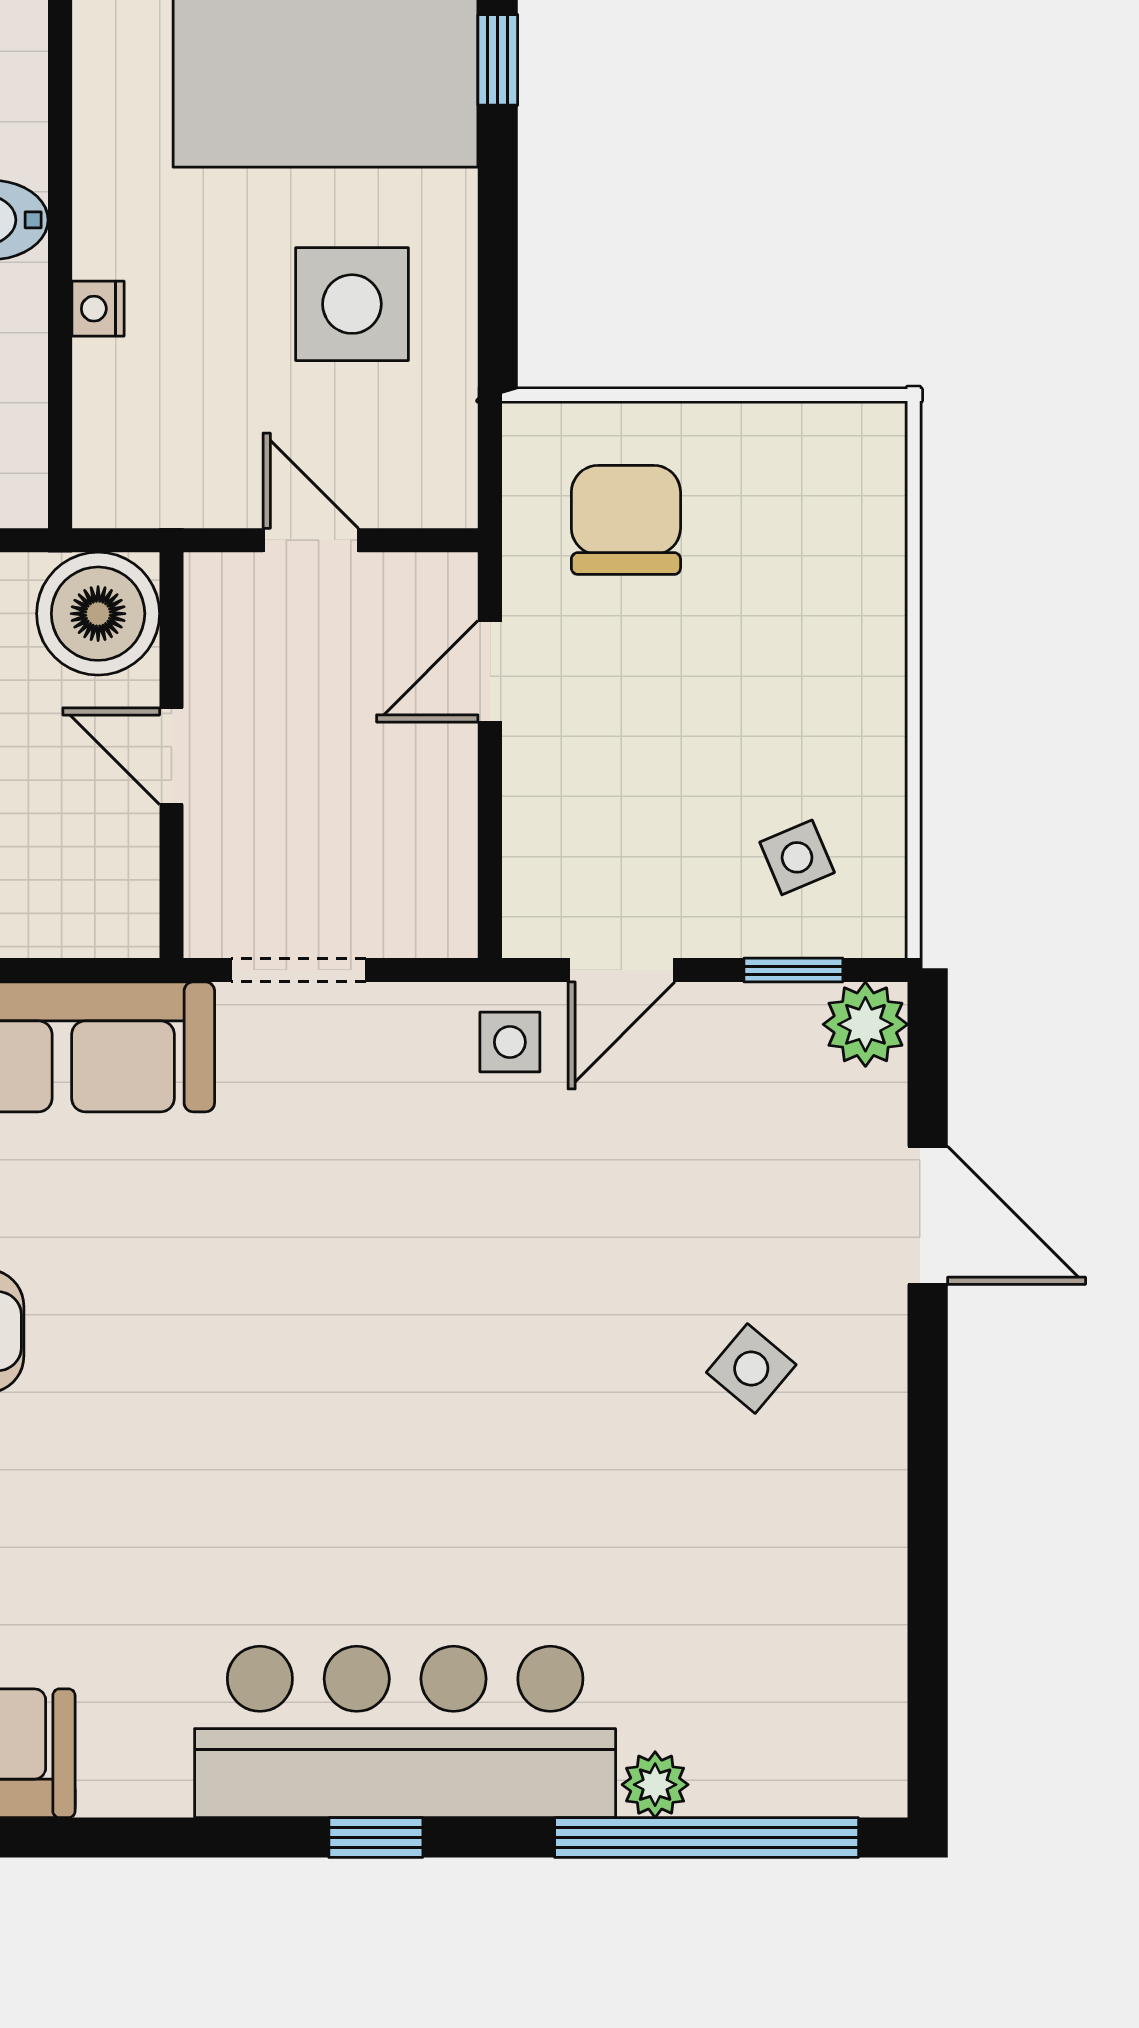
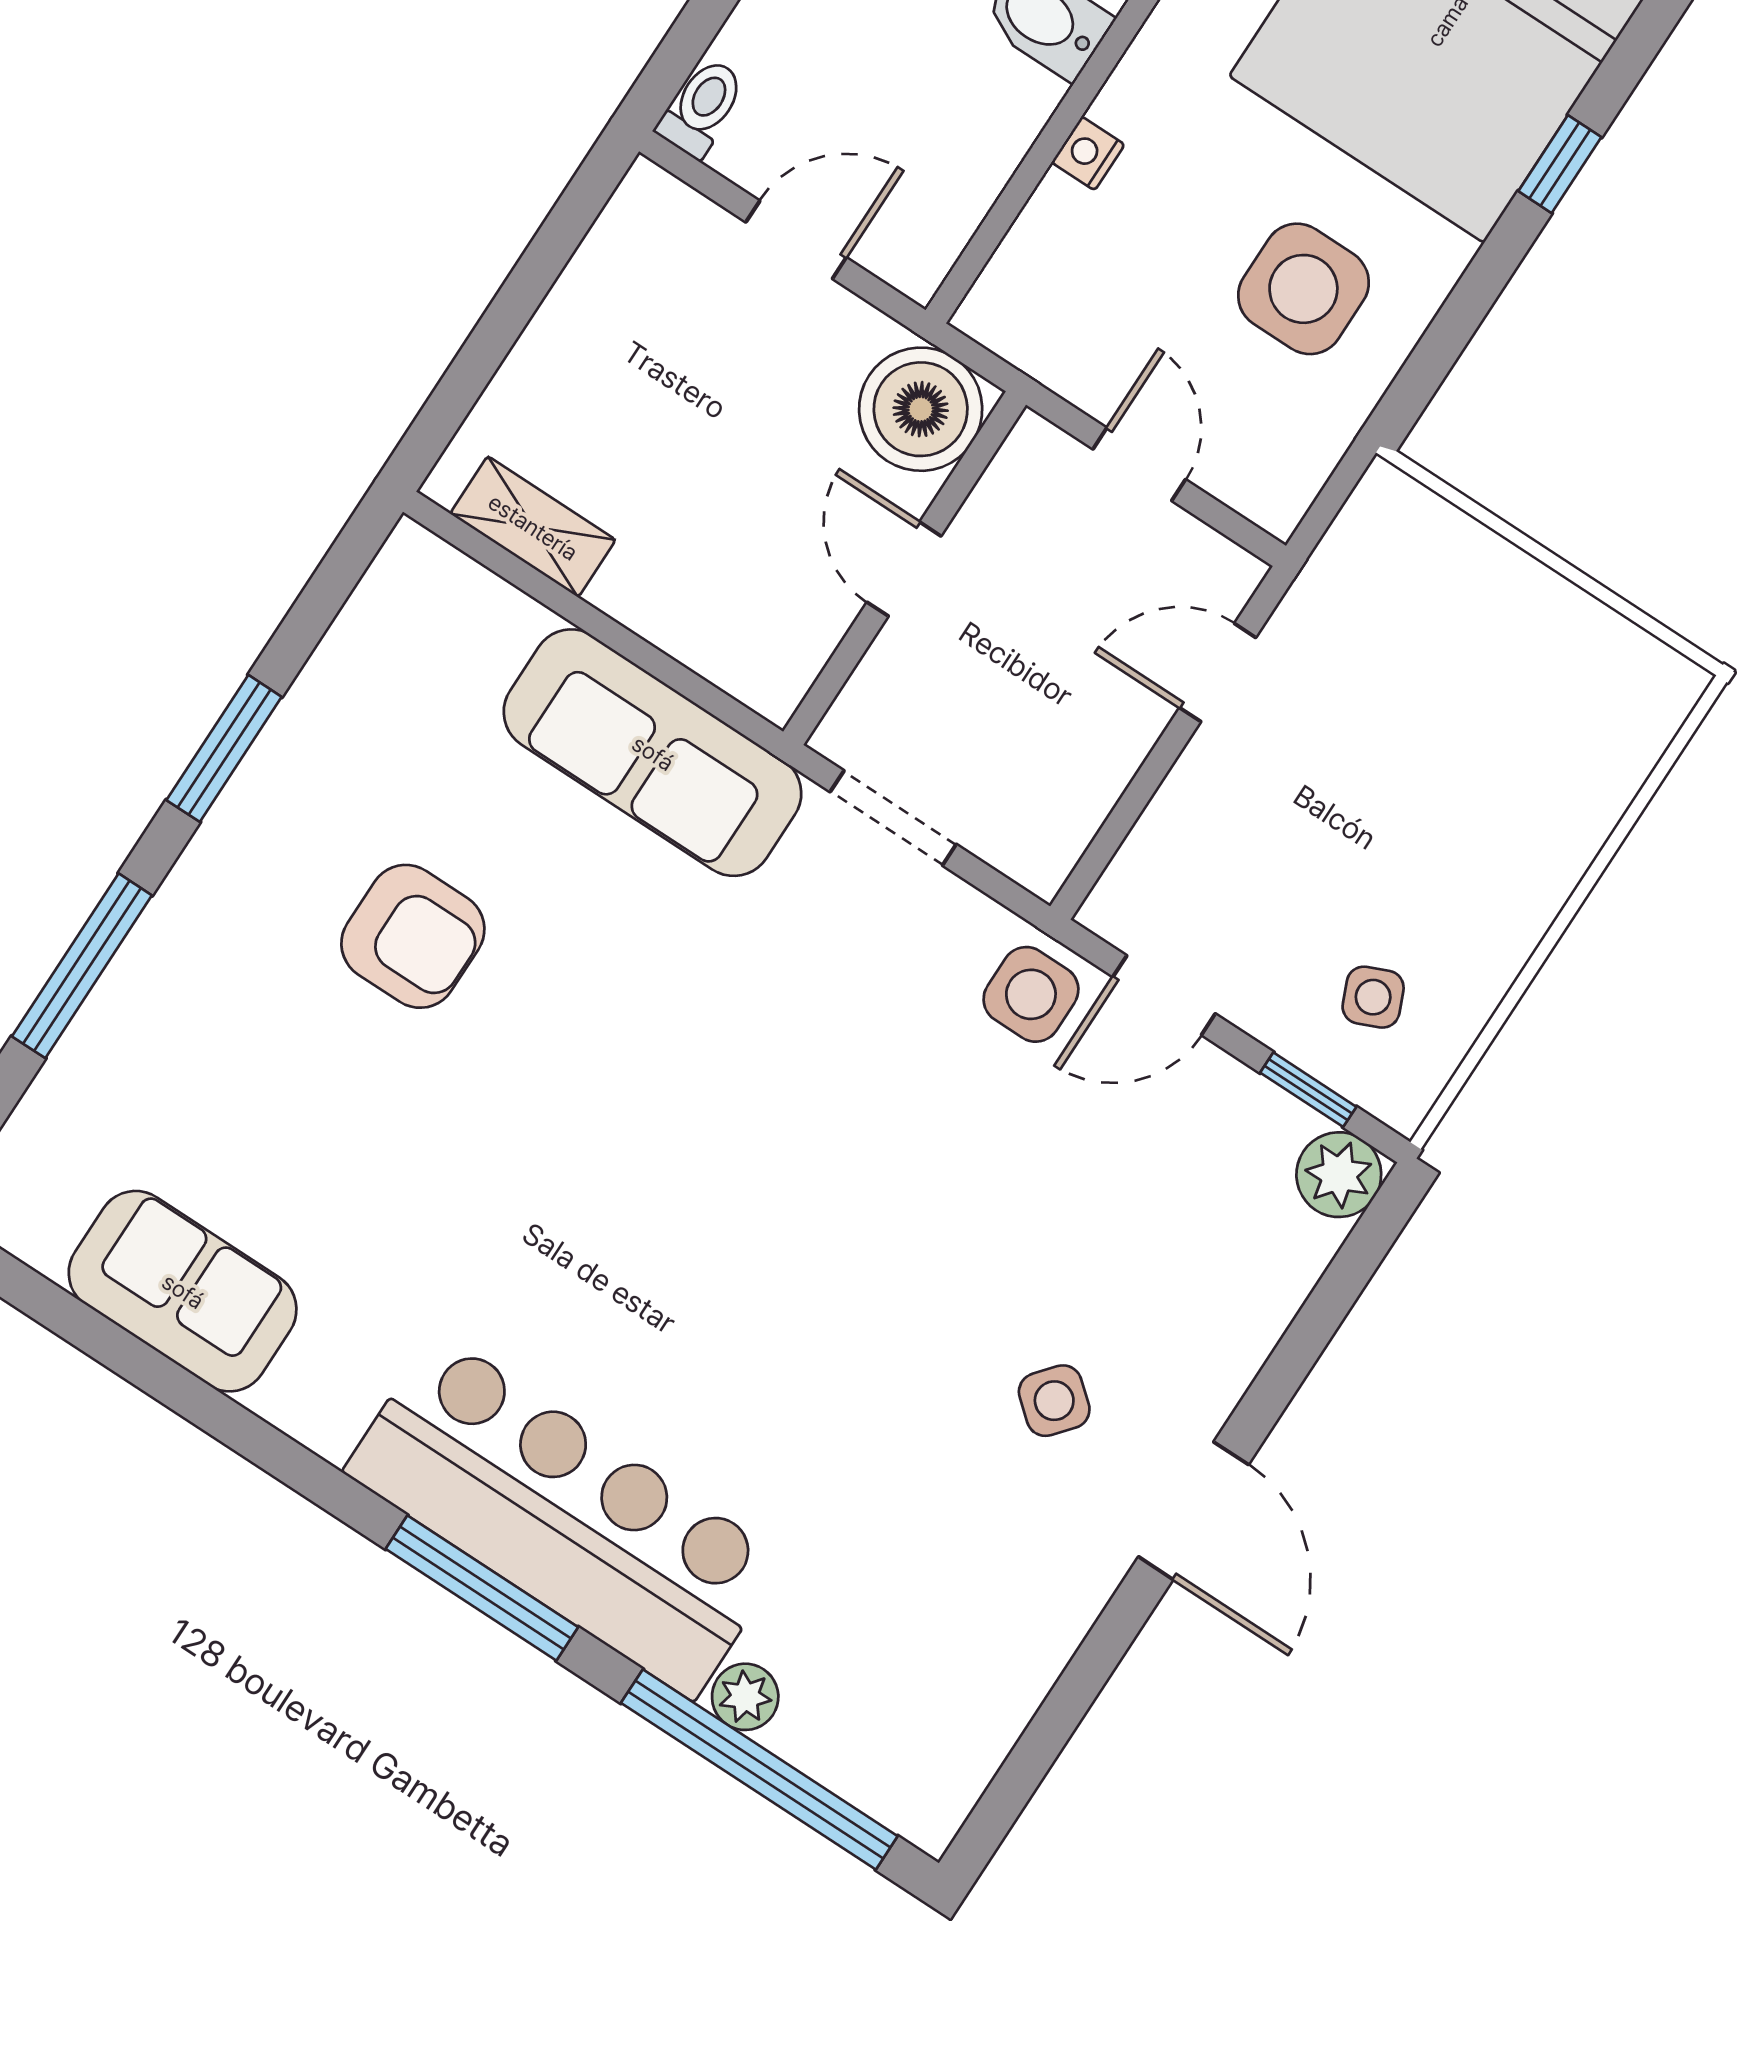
chair: (626, 520) -> (1415, 620), removed
side table: (510, 1042) -> (1031, 994), width x1.37, depth x1.37
door: (928, 1215) -> (1193, 1511), moved
window: (376, 1838) -> (482, 1588), width x2.17

